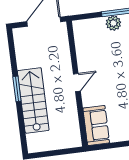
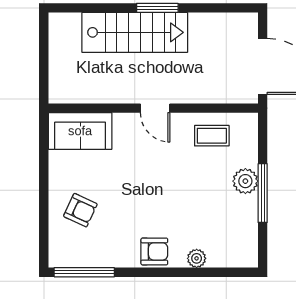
coffee table: (89, 47) -> (212, 136), added

